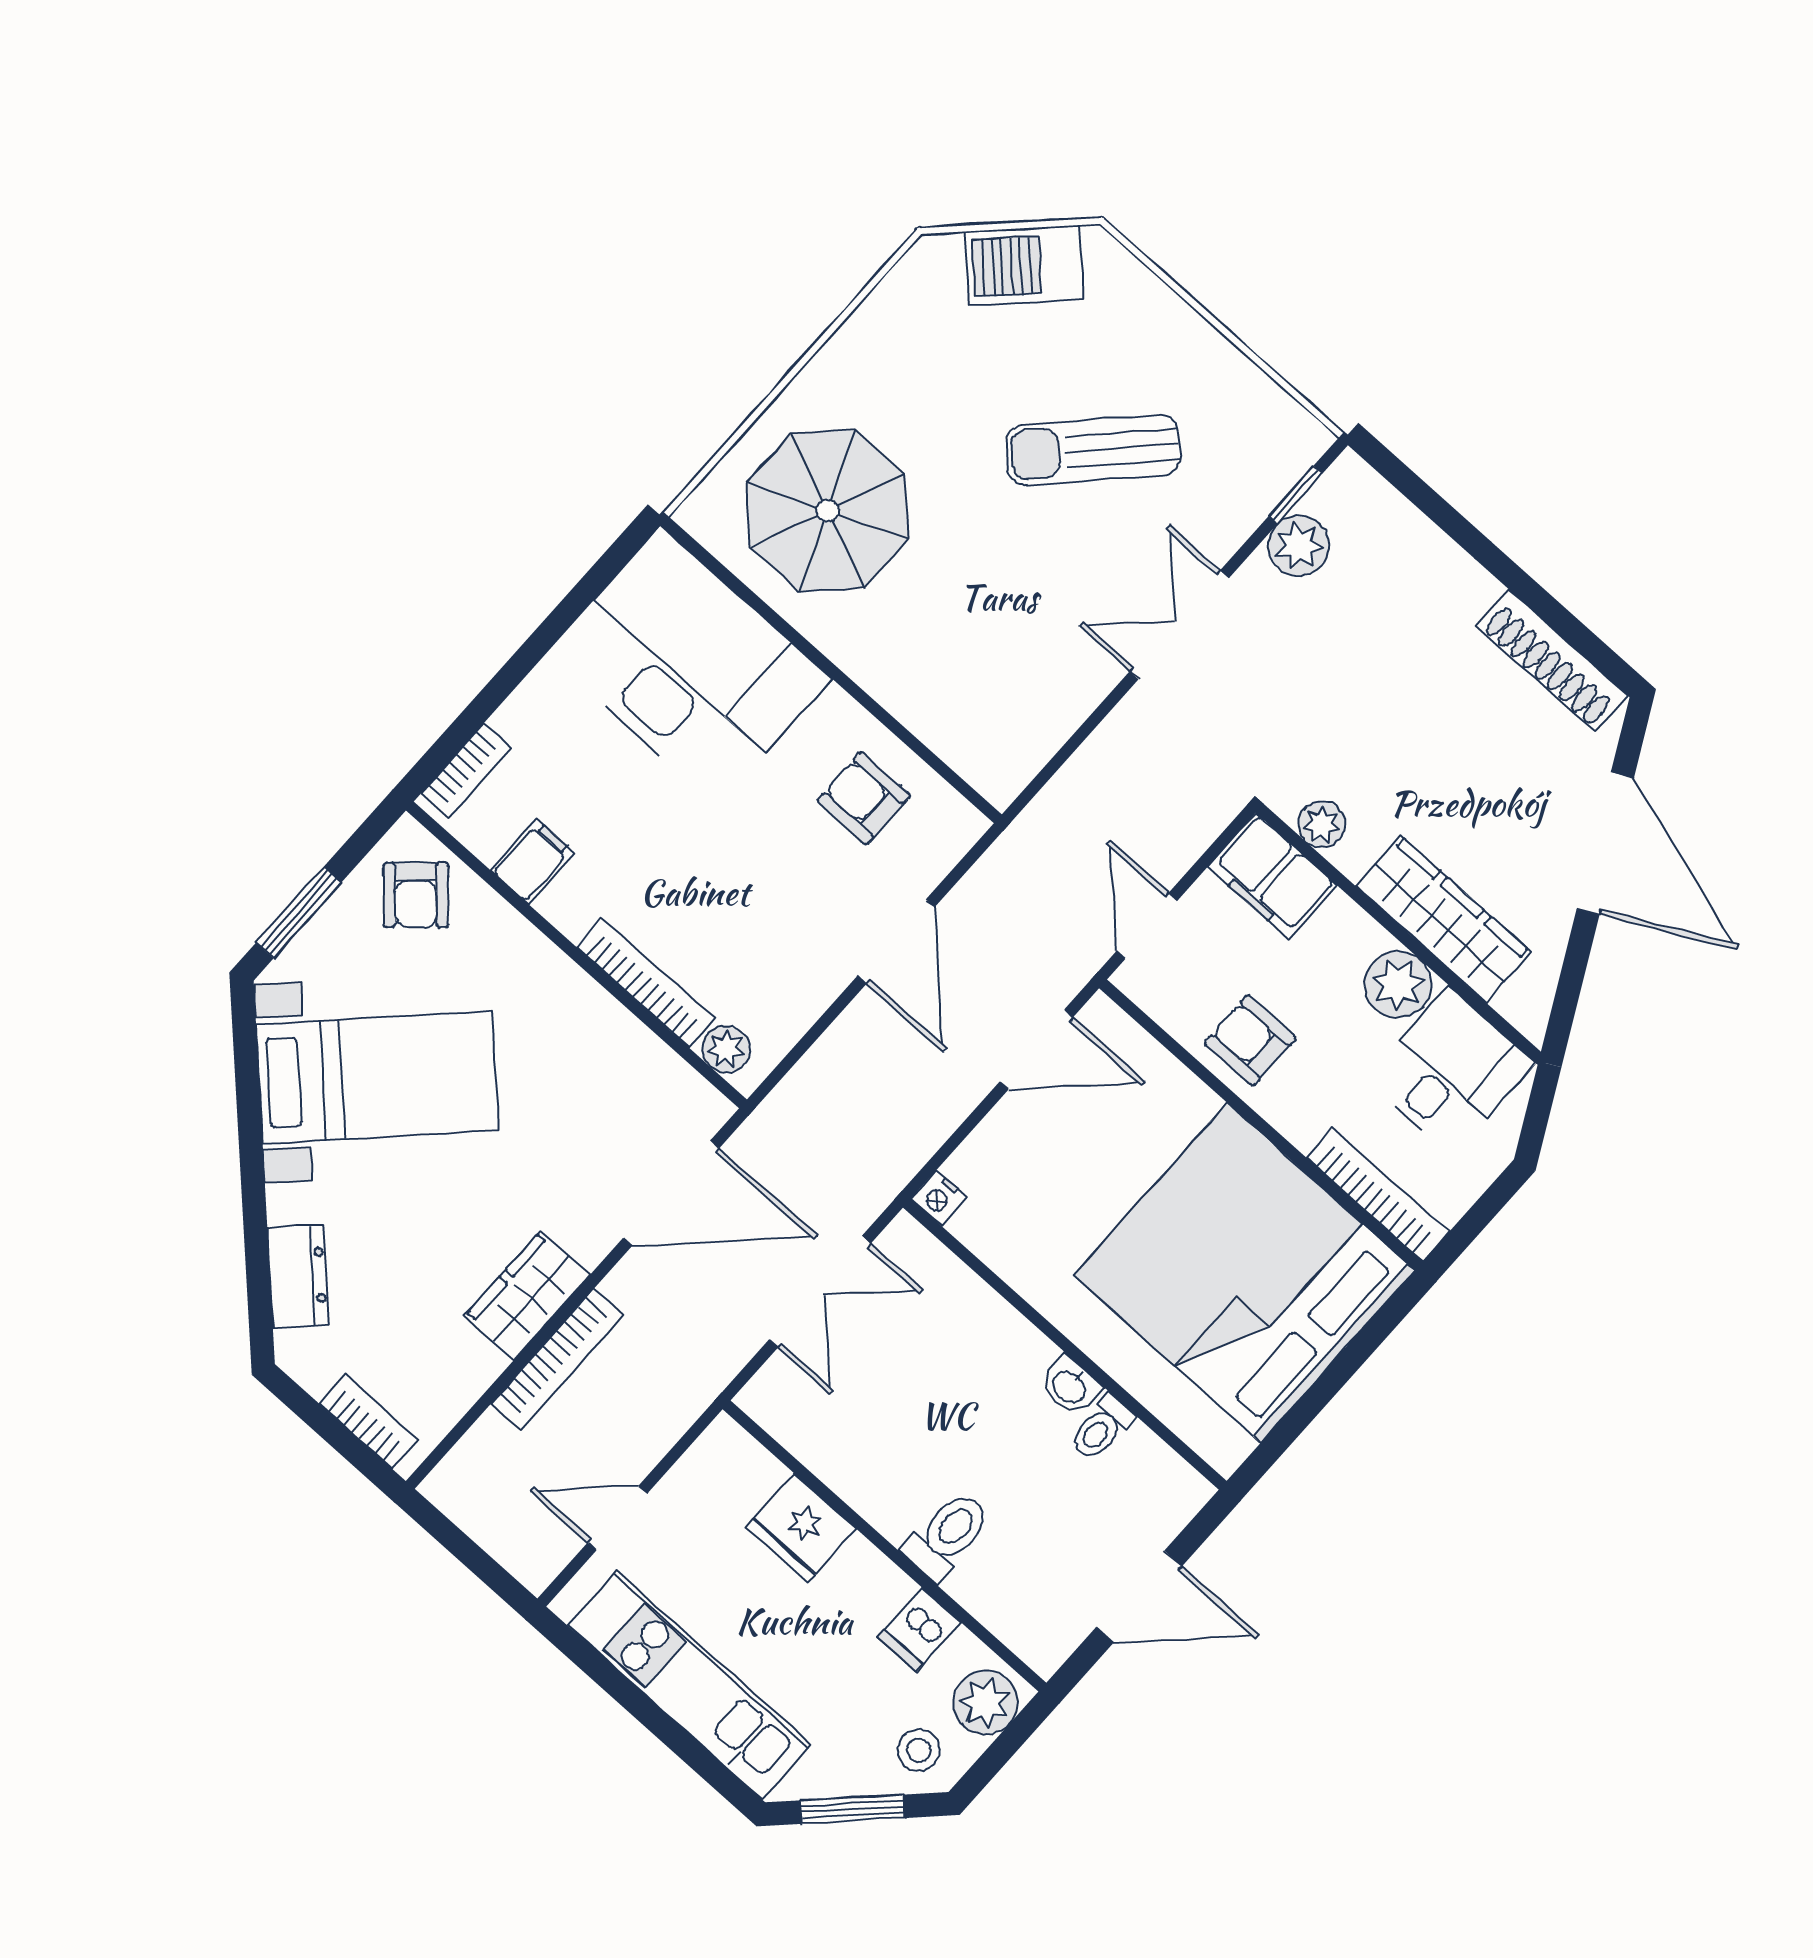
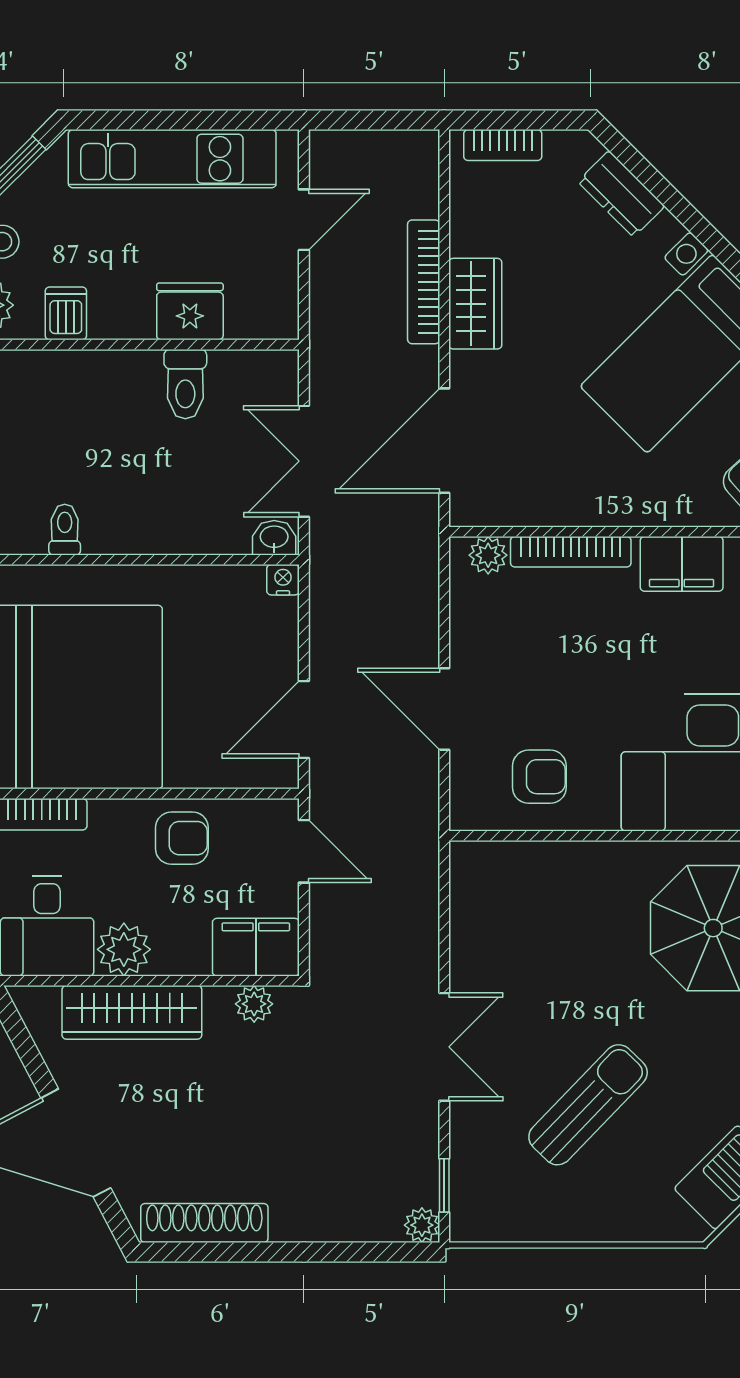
plant: (1298, 546) -> (422, 1225), moved, width x0.73, depth x0.73
filing cabinet: (532, 861) -> (682, 564), width x2.00
washbasin: (1070, 1386) -> (274, 538), moved
toilet: (947, 1535) -> (185, 384), moved

